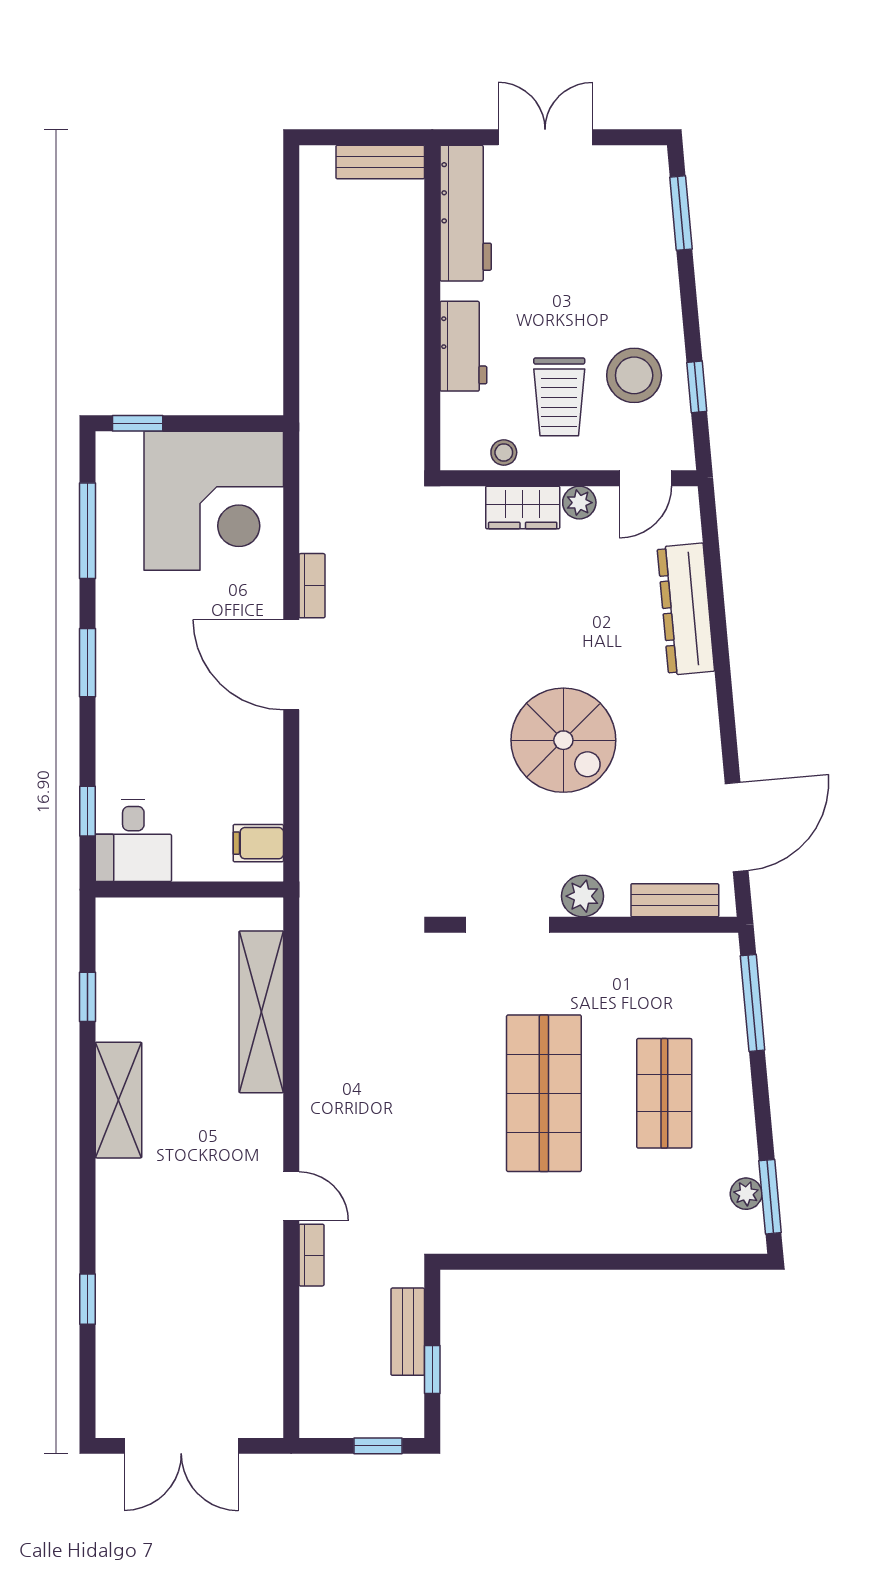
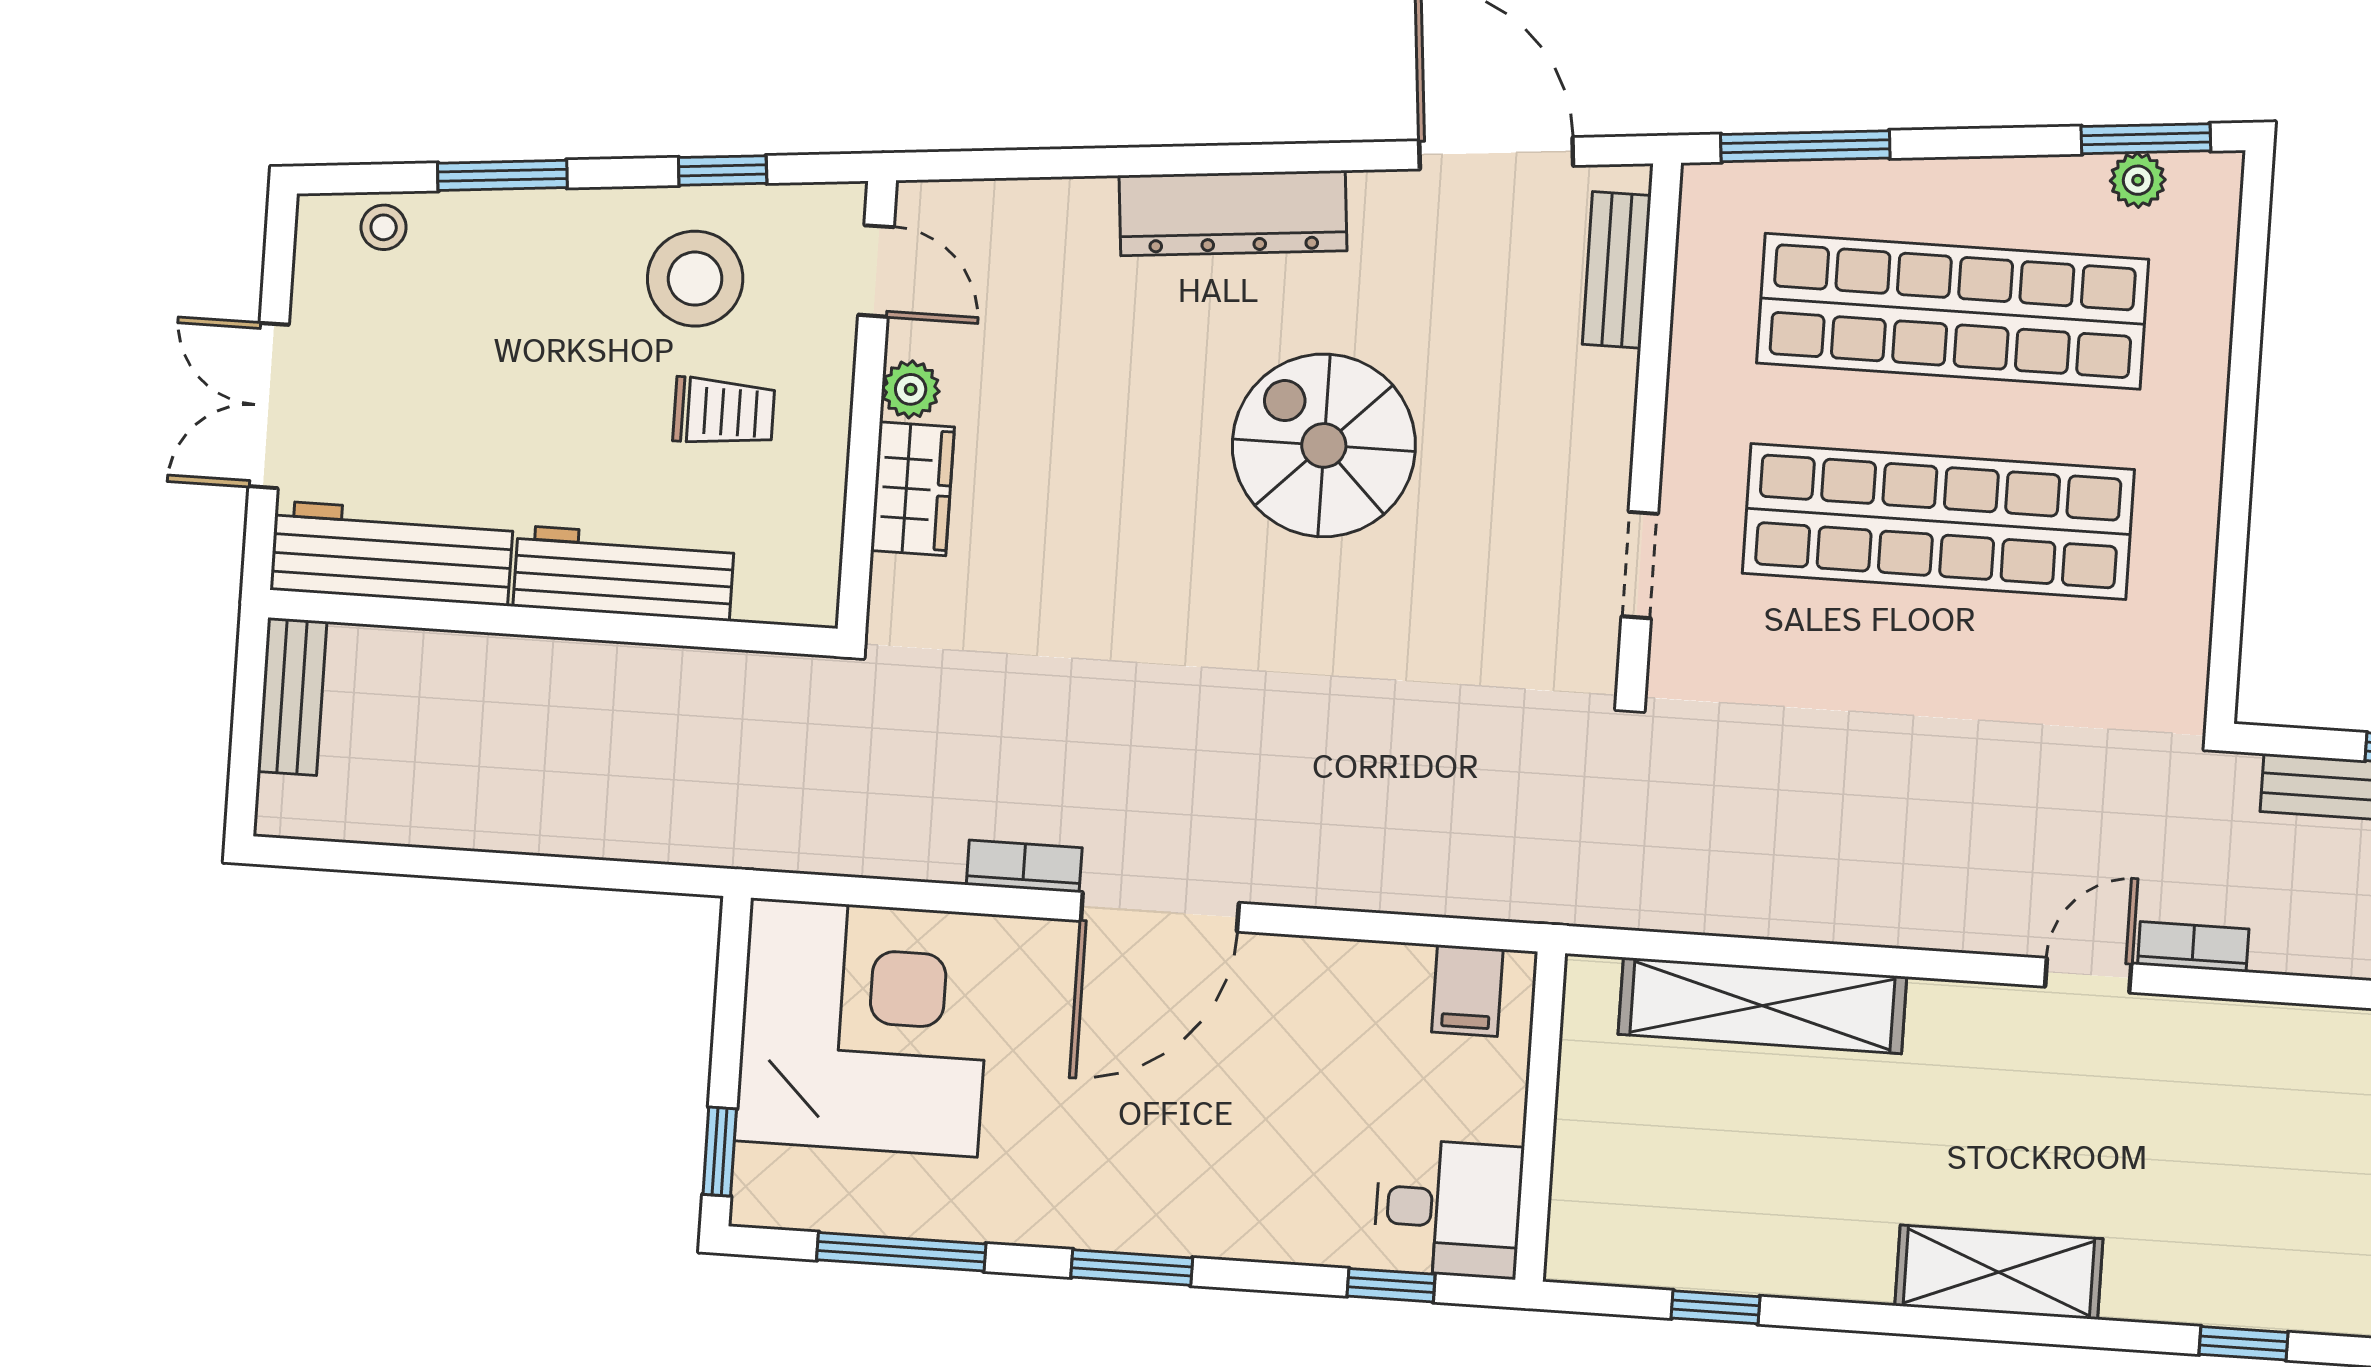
window: (681, 213) -> (502, 175), moved
workbench: (463, 346) -> (624, 573), width x1.38
trolley: (559, 397) -> (724, 412), width x0.73, depth x0.72
stool: (504, 452) -> (384, 227), moved
dresser: (686, 609) -> (1233, 213), moved
spiral stairs: (563, 740) -> (1324, 445), turned -90
plant: (583, 896) -> (1598, 431), removed
doorway: (508, 925) -> (1640, 565), width x0.73
shop shelf: (544, 1093) -> (1938, 521), width x1.40
shop shelf: (664, 1093) -> (1953, 311), width x2.00, depth x1.36
shelving: (119, 1100) -> (1999, 1272), moved

